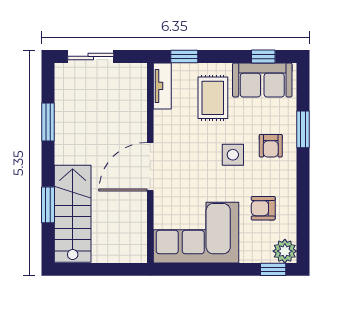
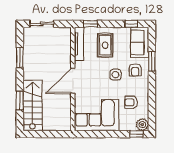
sofa: (262, 80) -> (140, 42), moved, turned 90
tv unit: (162, 86) -> (79, 44), width x1.41

